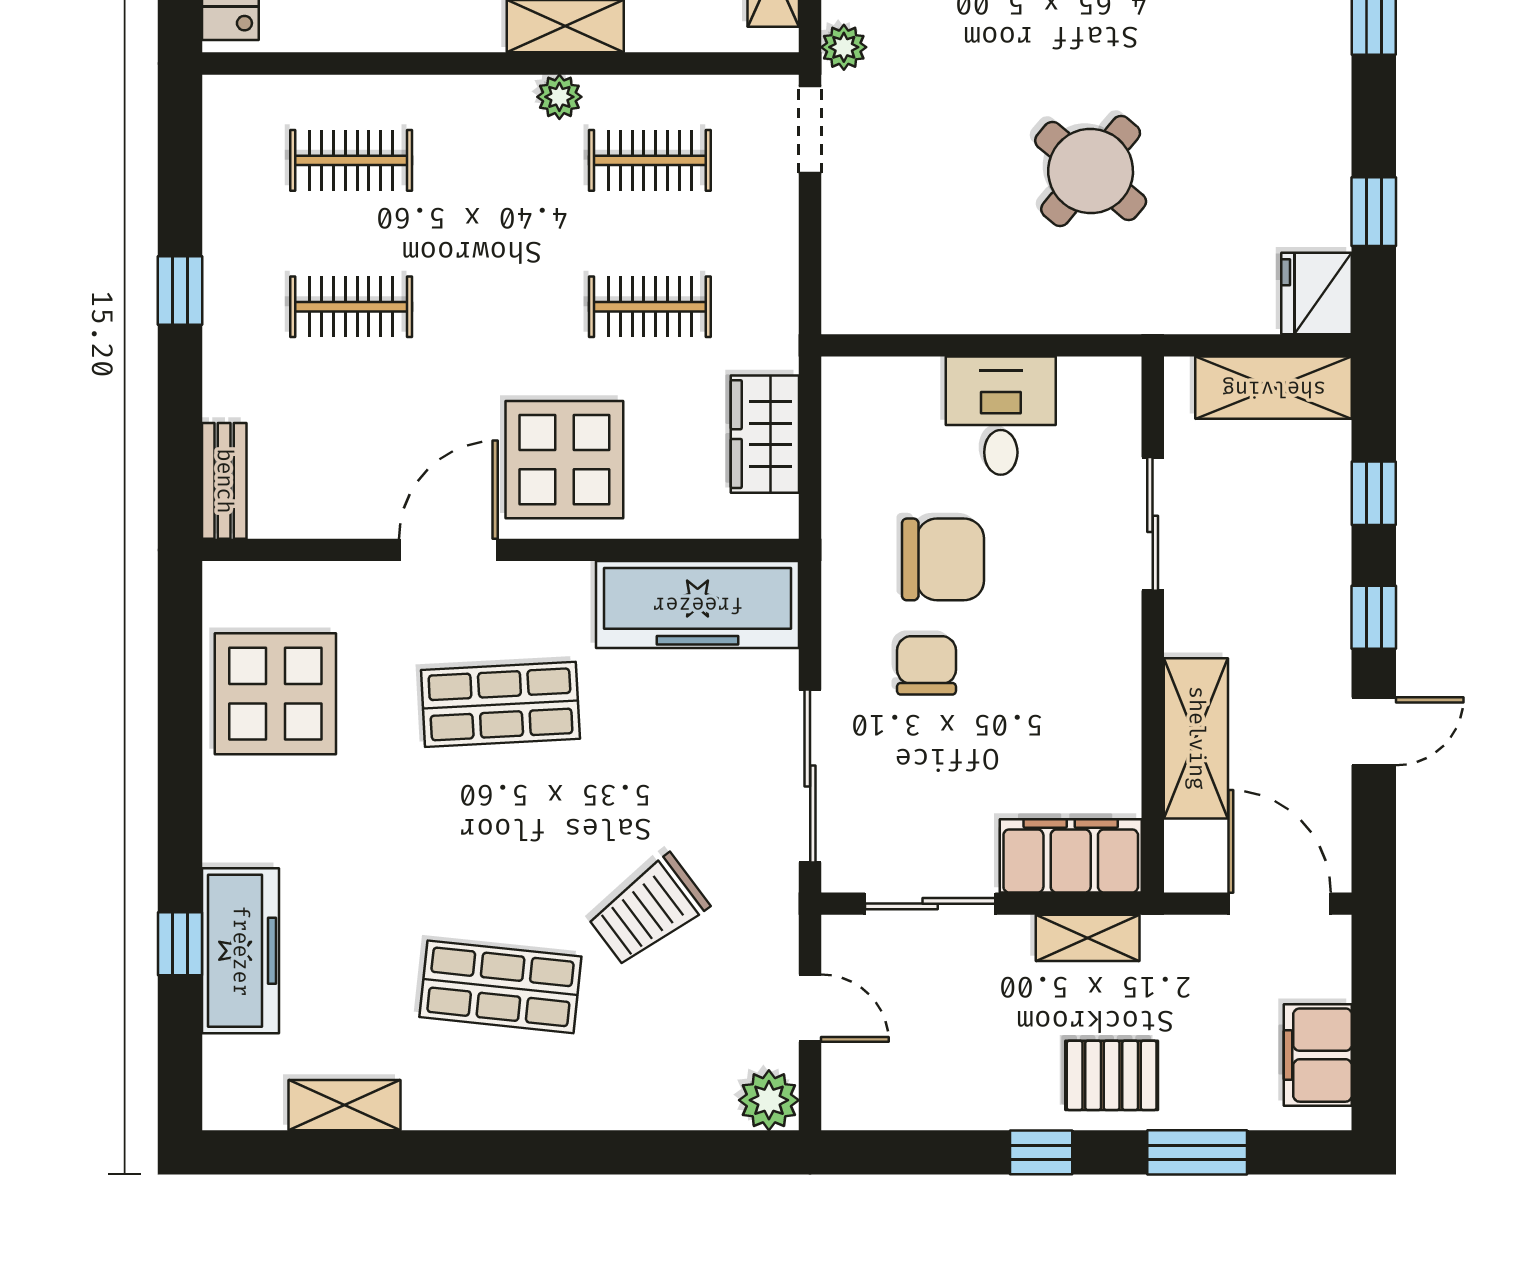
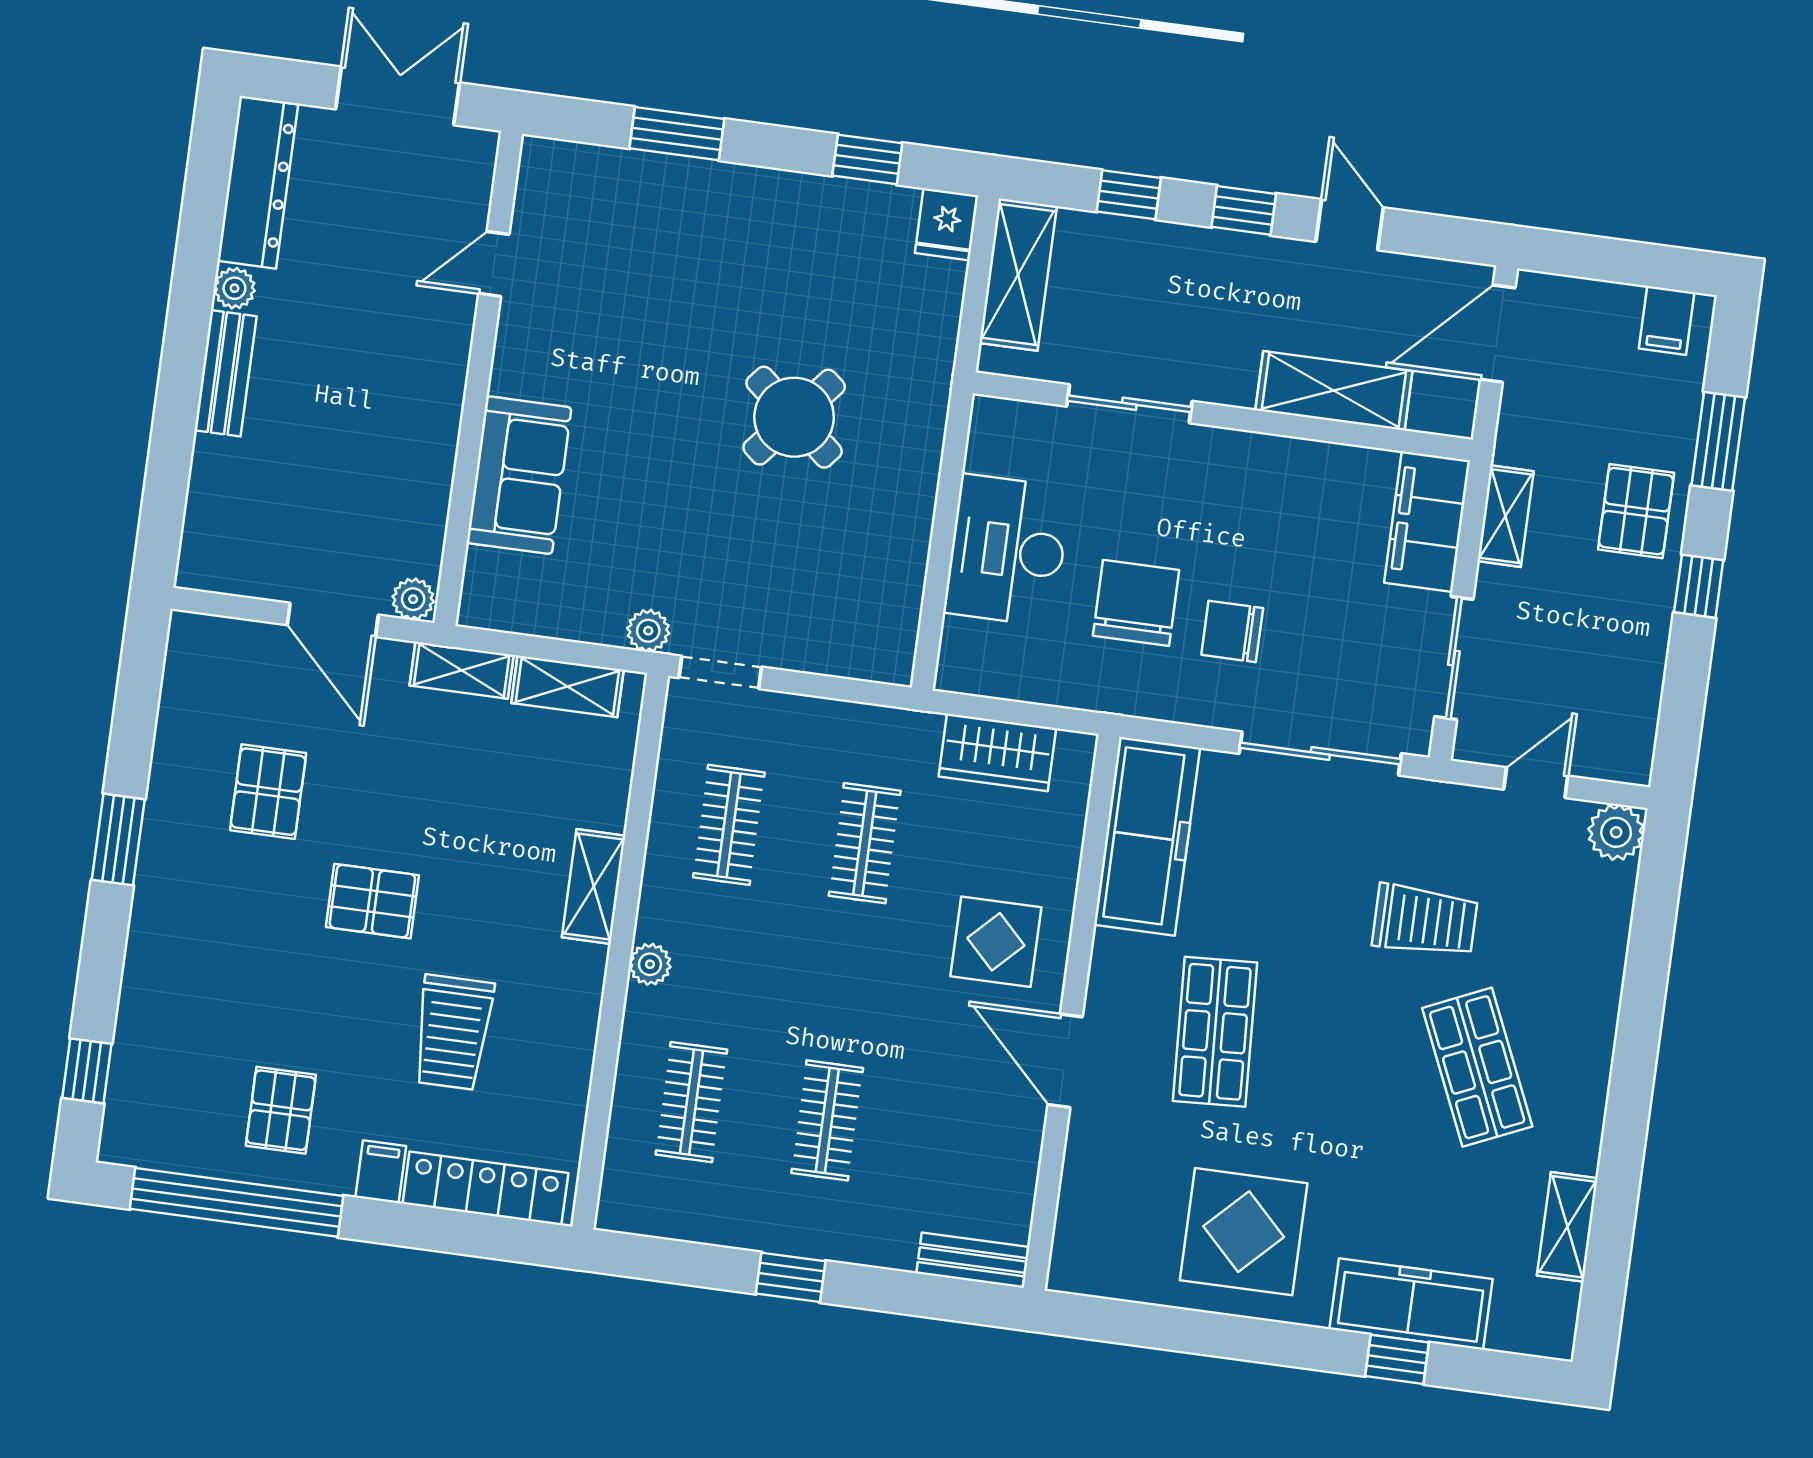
plant: (559, 97) -> (650, 964), moved
fridge: (1317, 294) -> (947, 224), width x0.72
desk: (1001, 416) -> (1007, 550), width x1.37
display table: (564, 460) -> (996, 942), width x0.73, depth x0.73
display table: (275, 694) -> (1244, 1232), moved
trolley: (648, 911) -> (1425, 921), turned -53
shop shelf: (500, 987) -> (1477, 1067), turned -30
filing cabinet: (1318, 1055) -> (1667, 320), width x0.50

